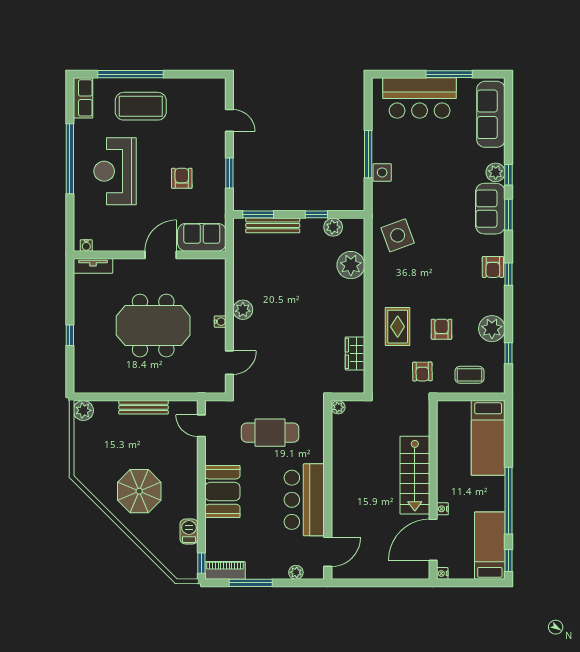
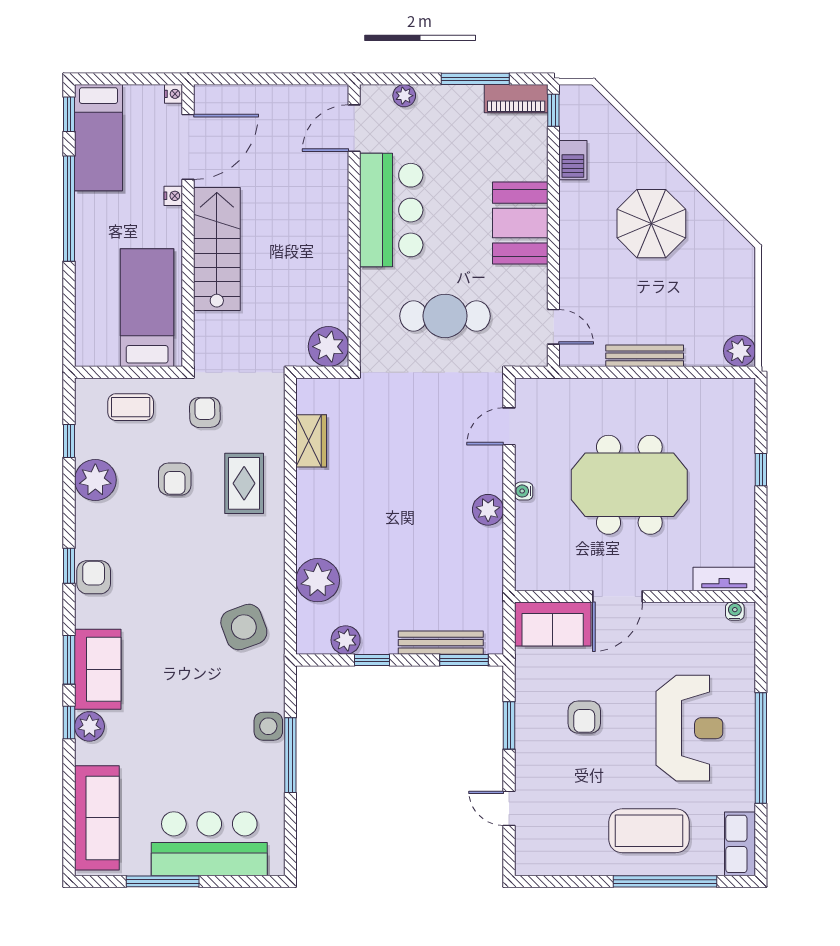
plant: (338, 407) -> (328, 347), width x1.88, depth x1.88
bed: (488, 438) -> (147, 308), moved

